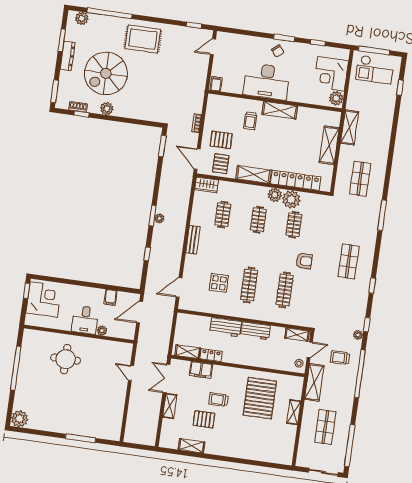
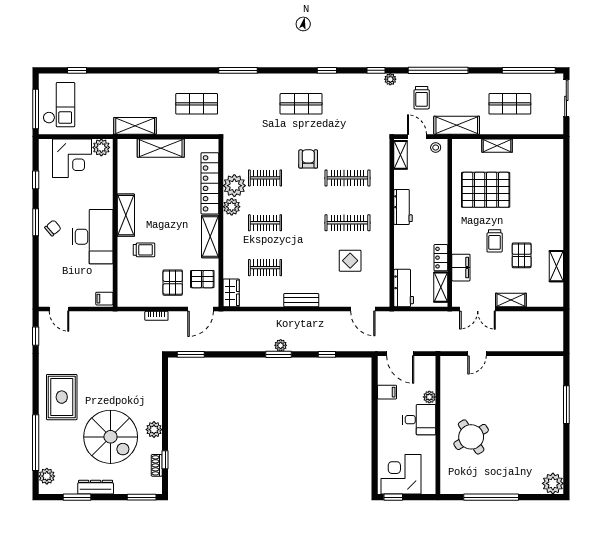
workbench: (226, 327) -> (404, 288), moved
round table: (66, 359) -> (471, 437), turned -32

